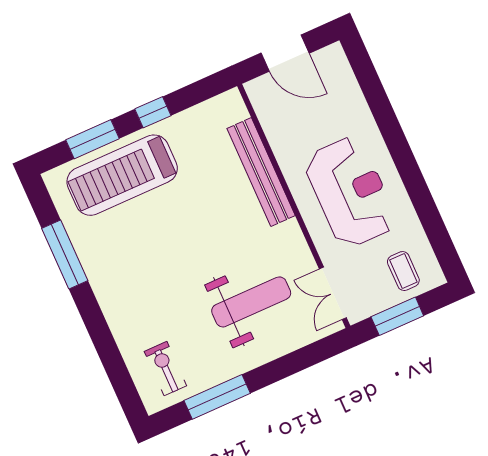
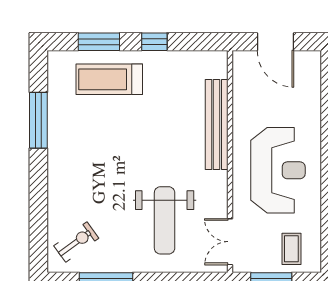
treadmill: (122, 175) -> (109, 79), width x0.73, depth x0.73
weight bench: (251, 302) -> (165, 220), turned 90
exercise bike: (165, 369) -> (76, 242), turned 54

